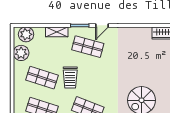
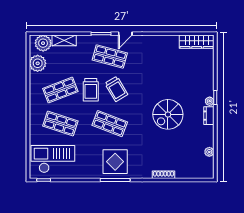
shelving: (57, 32) -> (64, 40), moved
trolley: (94, 77) -> (116, 89), added
shop shelf: (42, 78) -> (60, 90), turned -39

